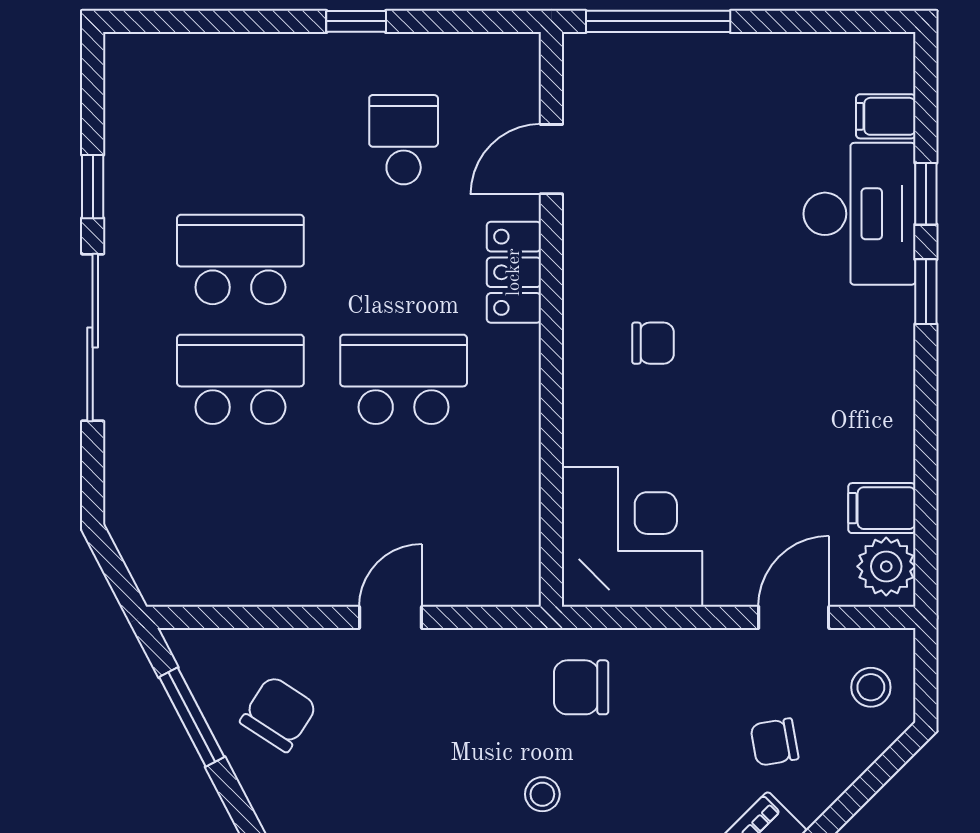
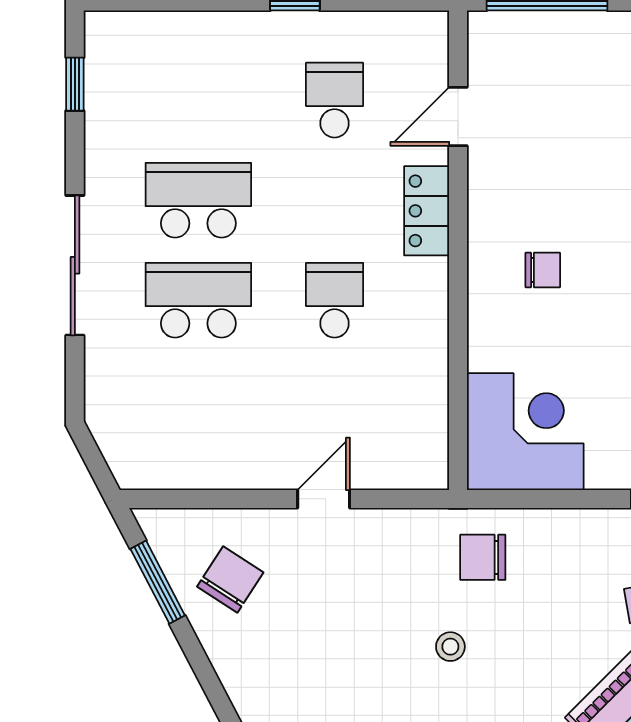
window: (93, 187) -> (75, 84), moved
school desk: (404, 379) -> (335, 300), width x0.54

